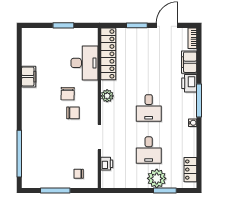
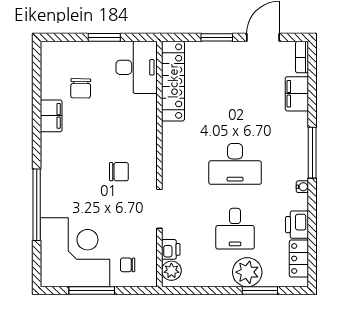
desk: (84, 63) -> (137, 67), moved
printer: (189, 83) -> (297, 225), moved
chair: (68, 94) -> (81, 88), moved
plant: (107, 96) -> (171, 271), moved
desk: (149, 108) -> (235, 164), width x1.37
window: (19, 154) -> (37, 205), moved
corner desk: (44, 165) -> (75, 252), added

